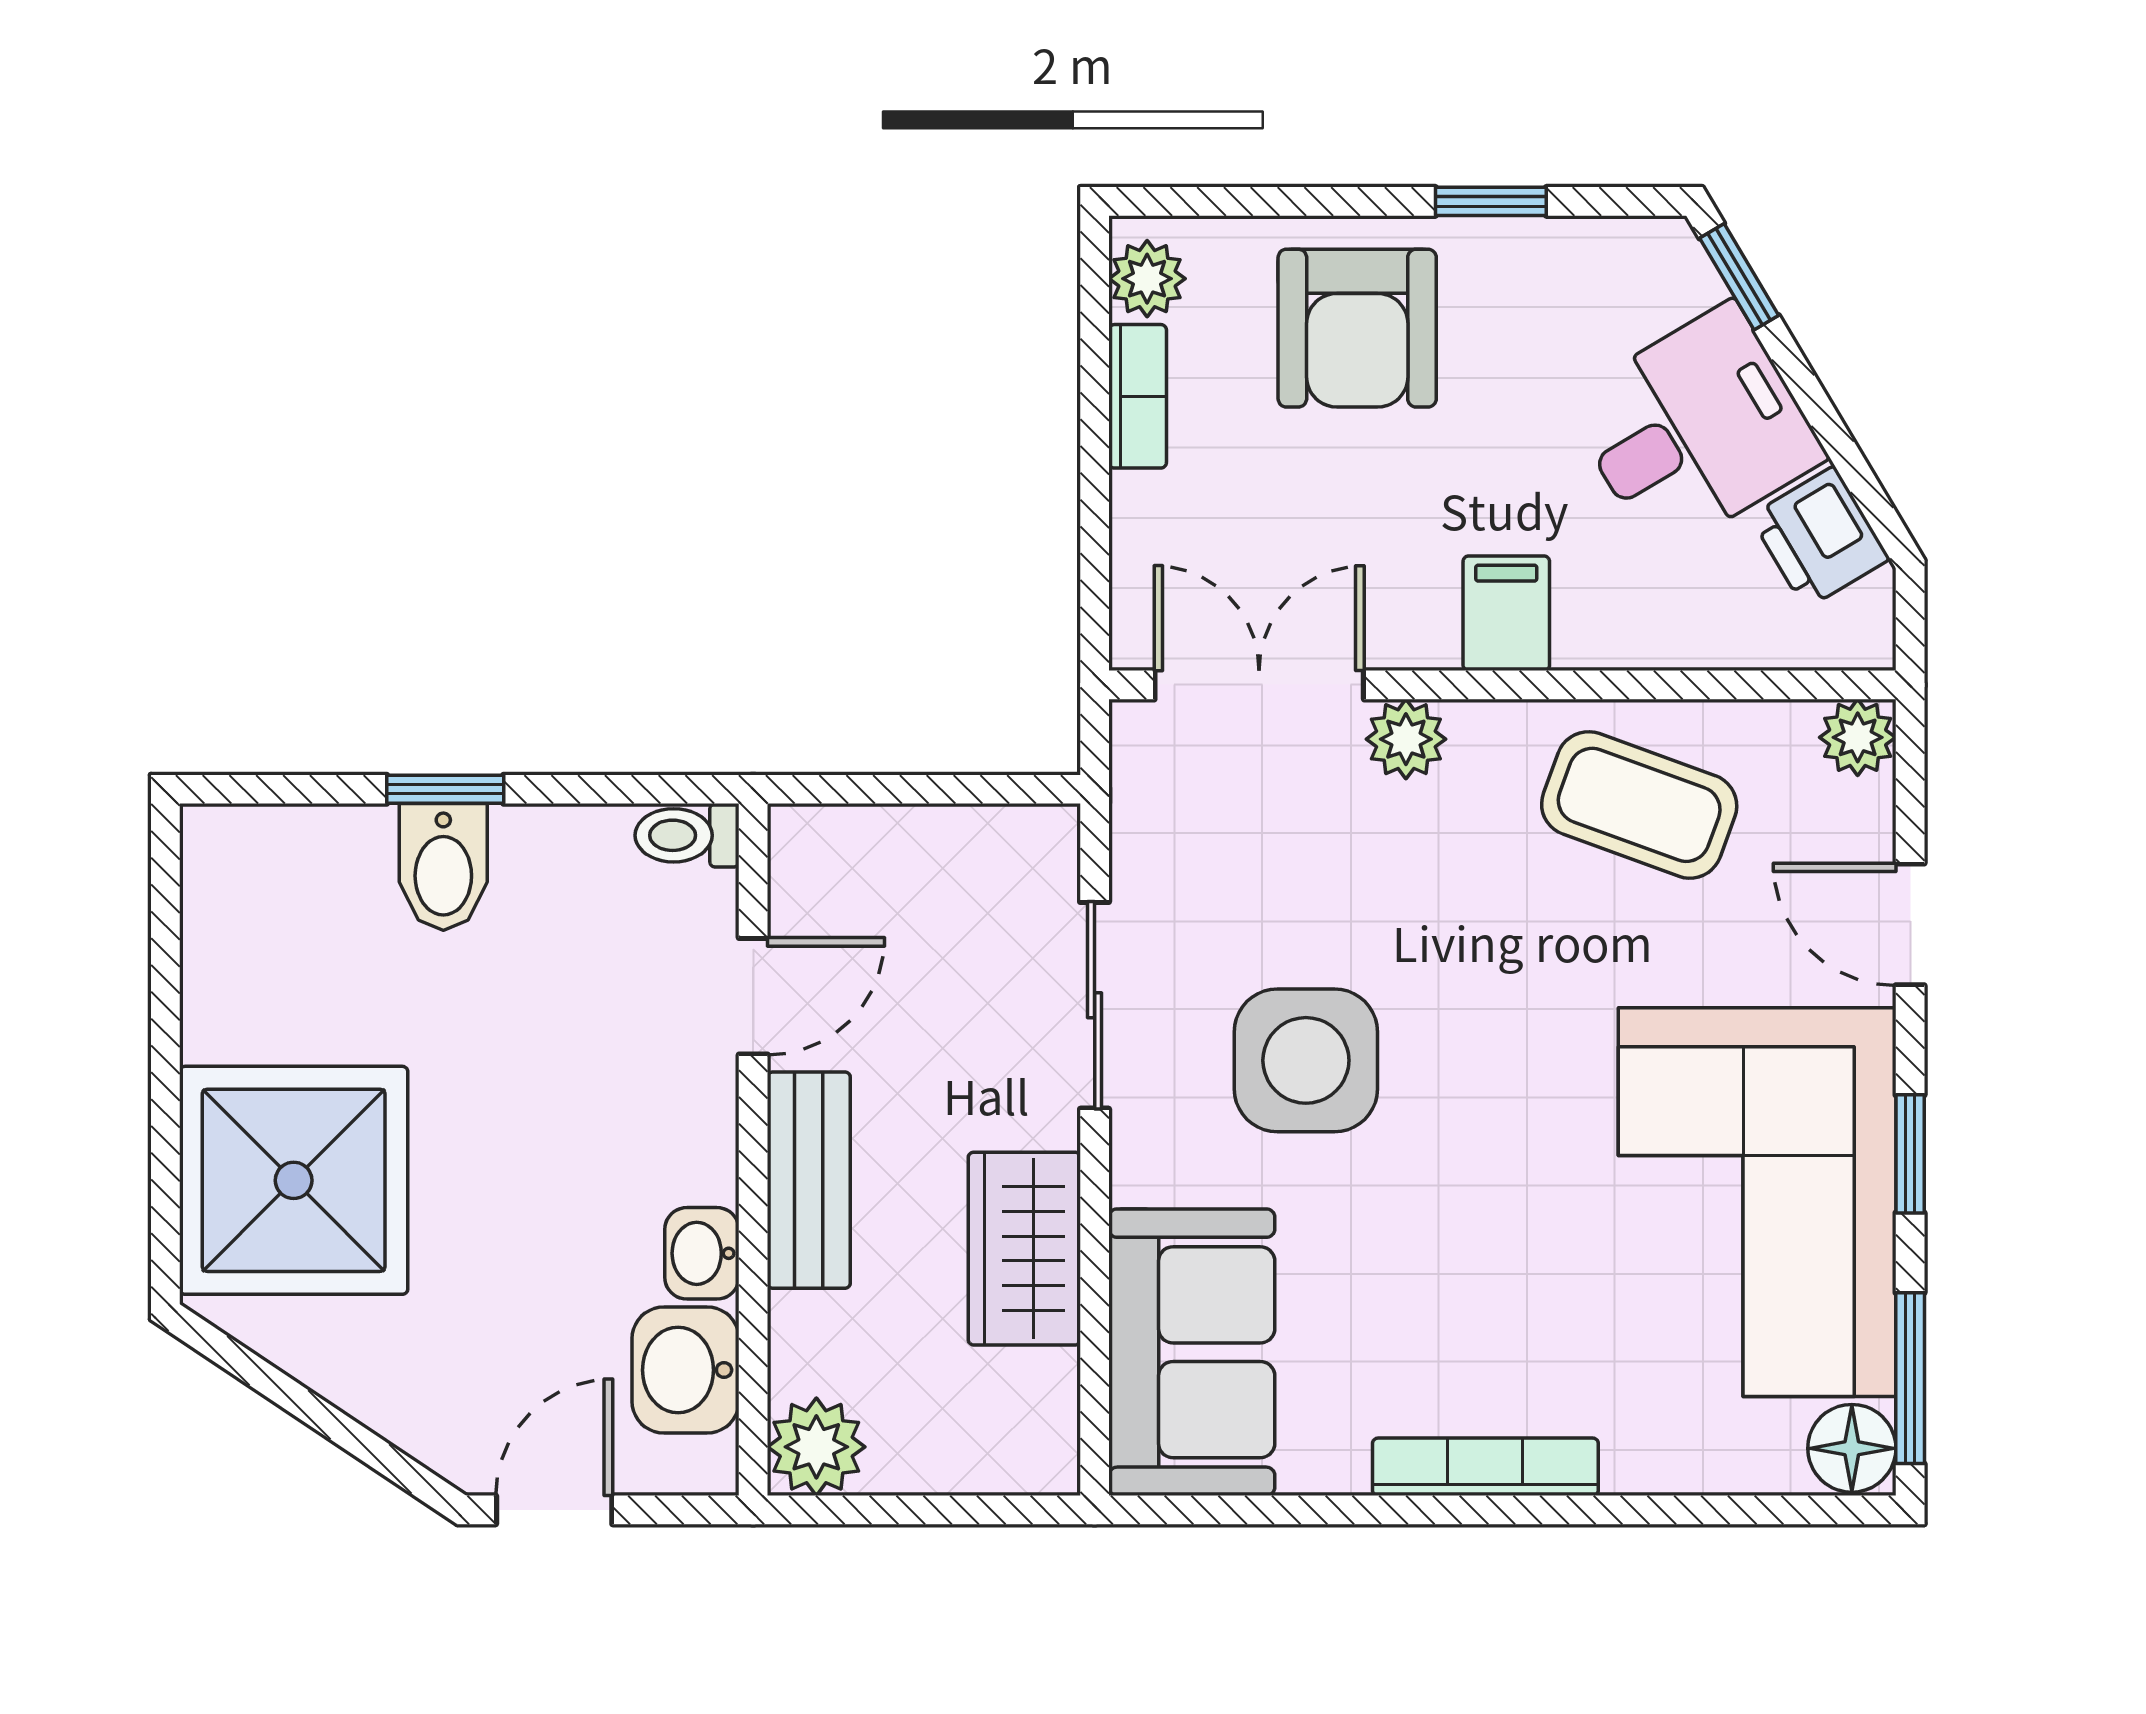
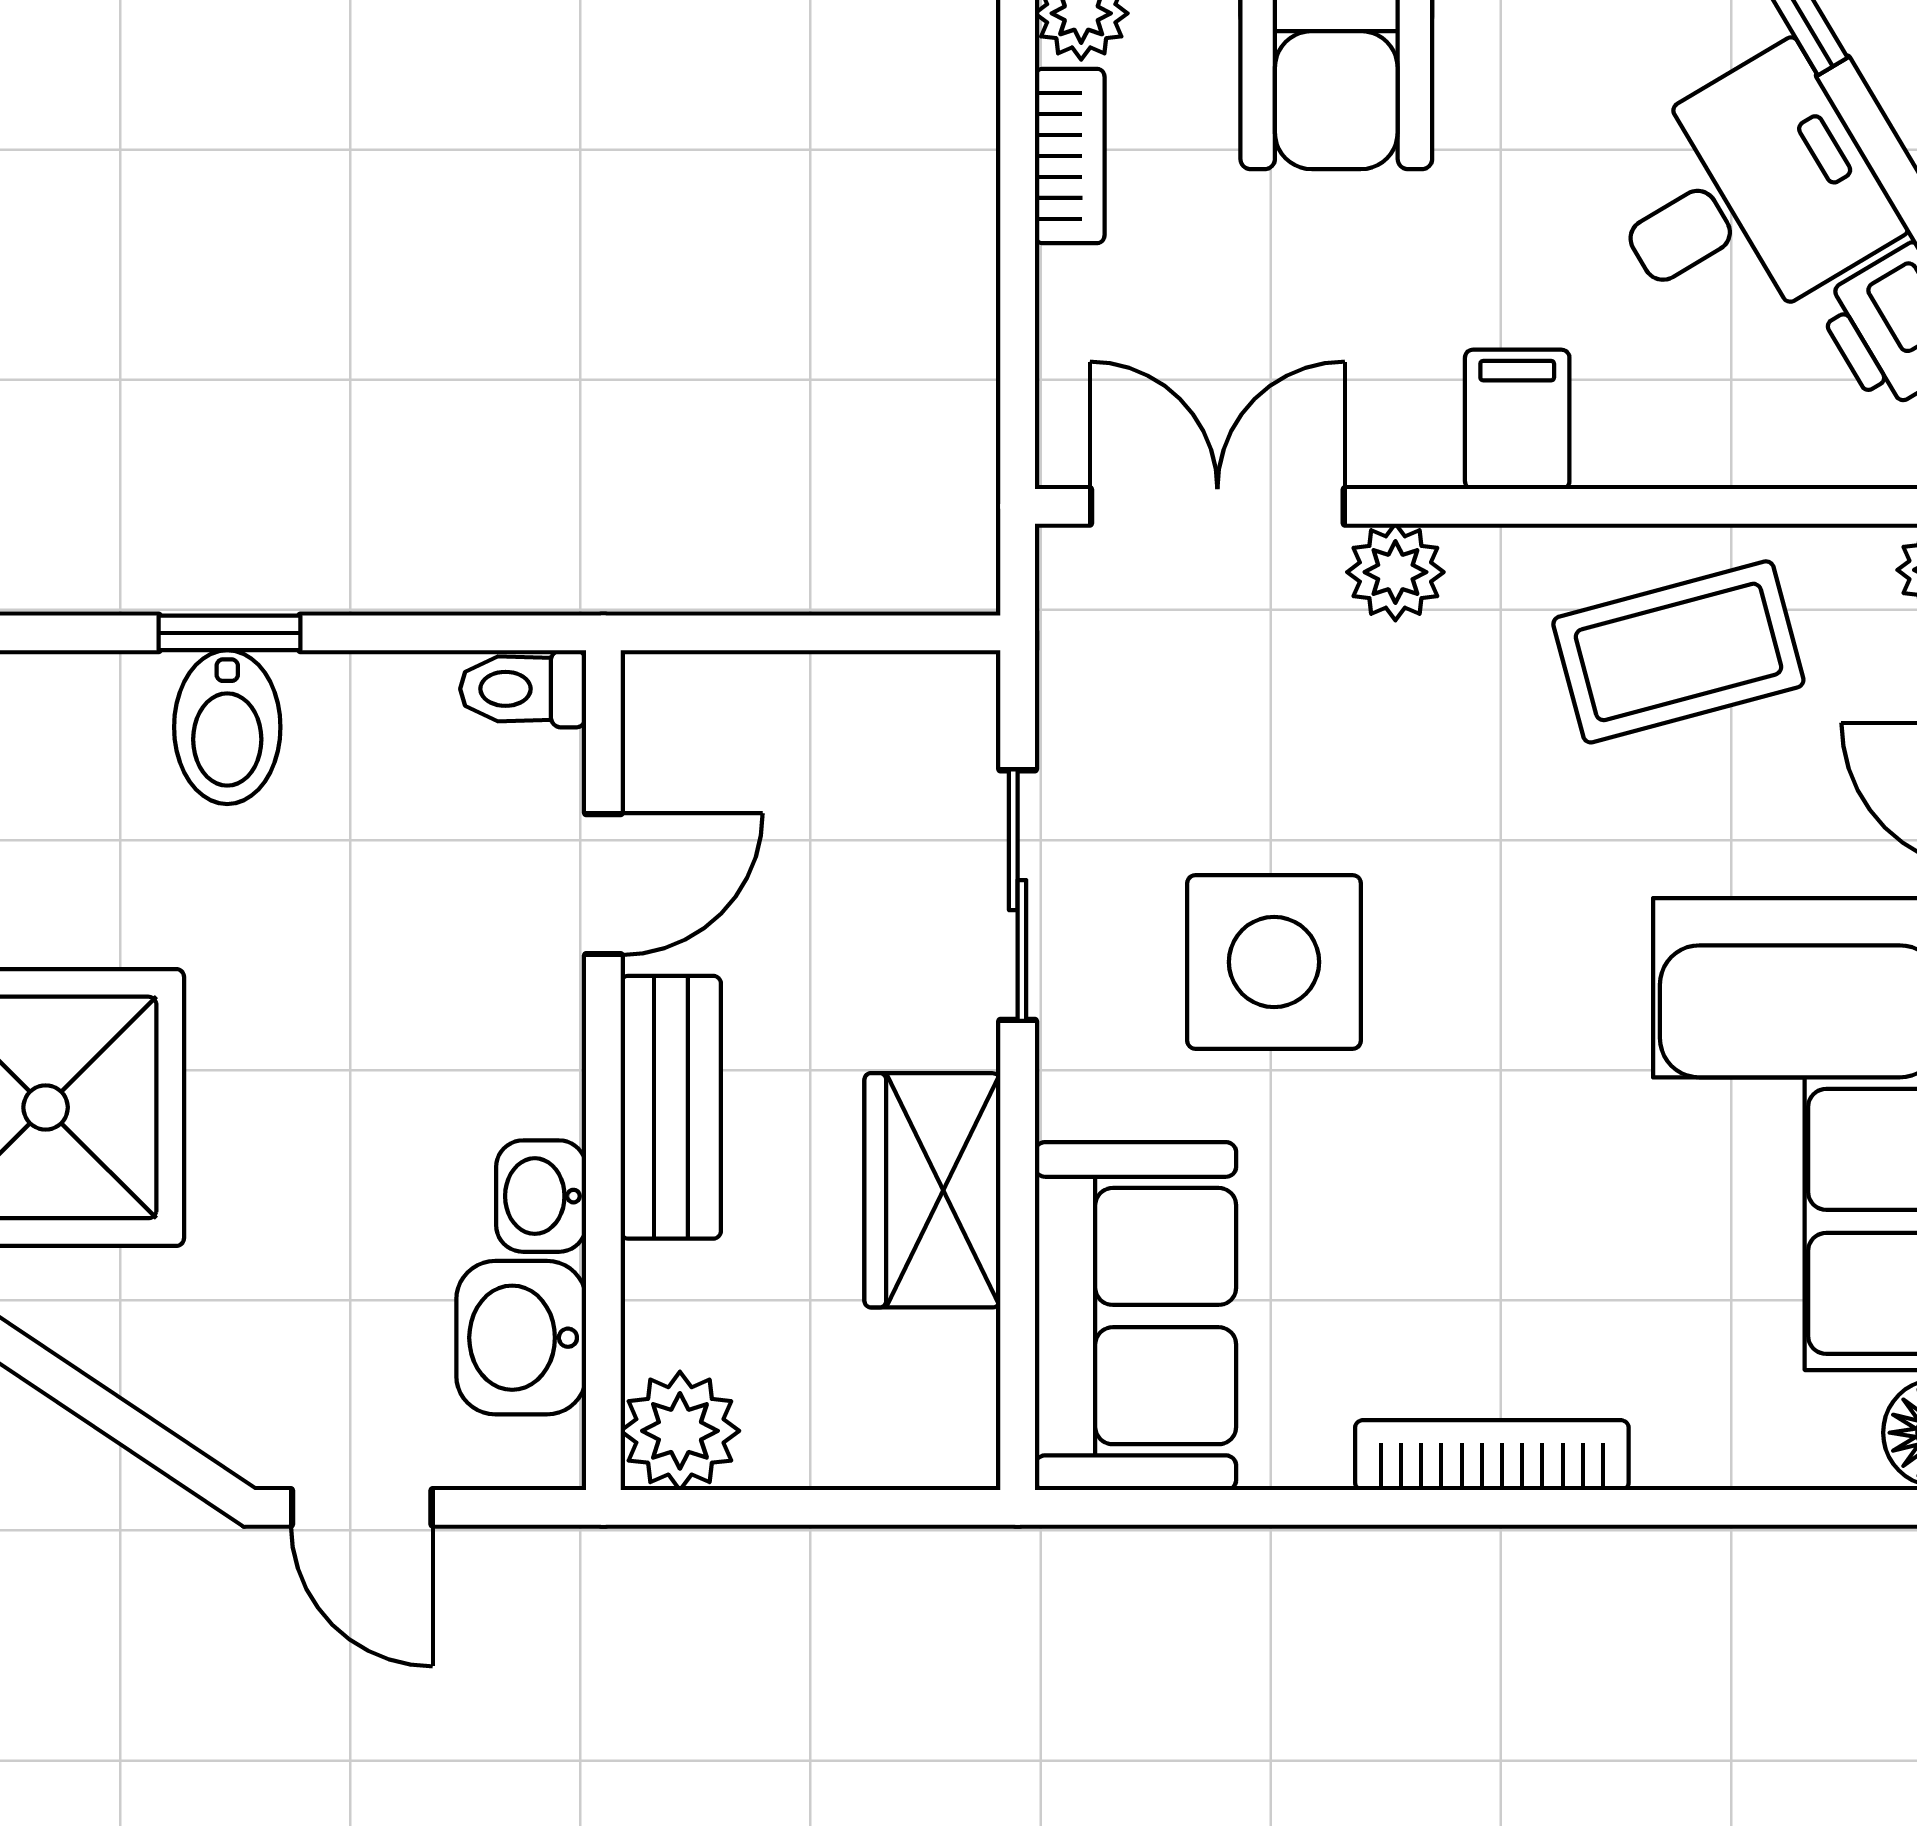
coffee table: (1639, 805) -> (1678, 652), turned -35
door: (554, 1510) -> (362, 1507), swing flipped

